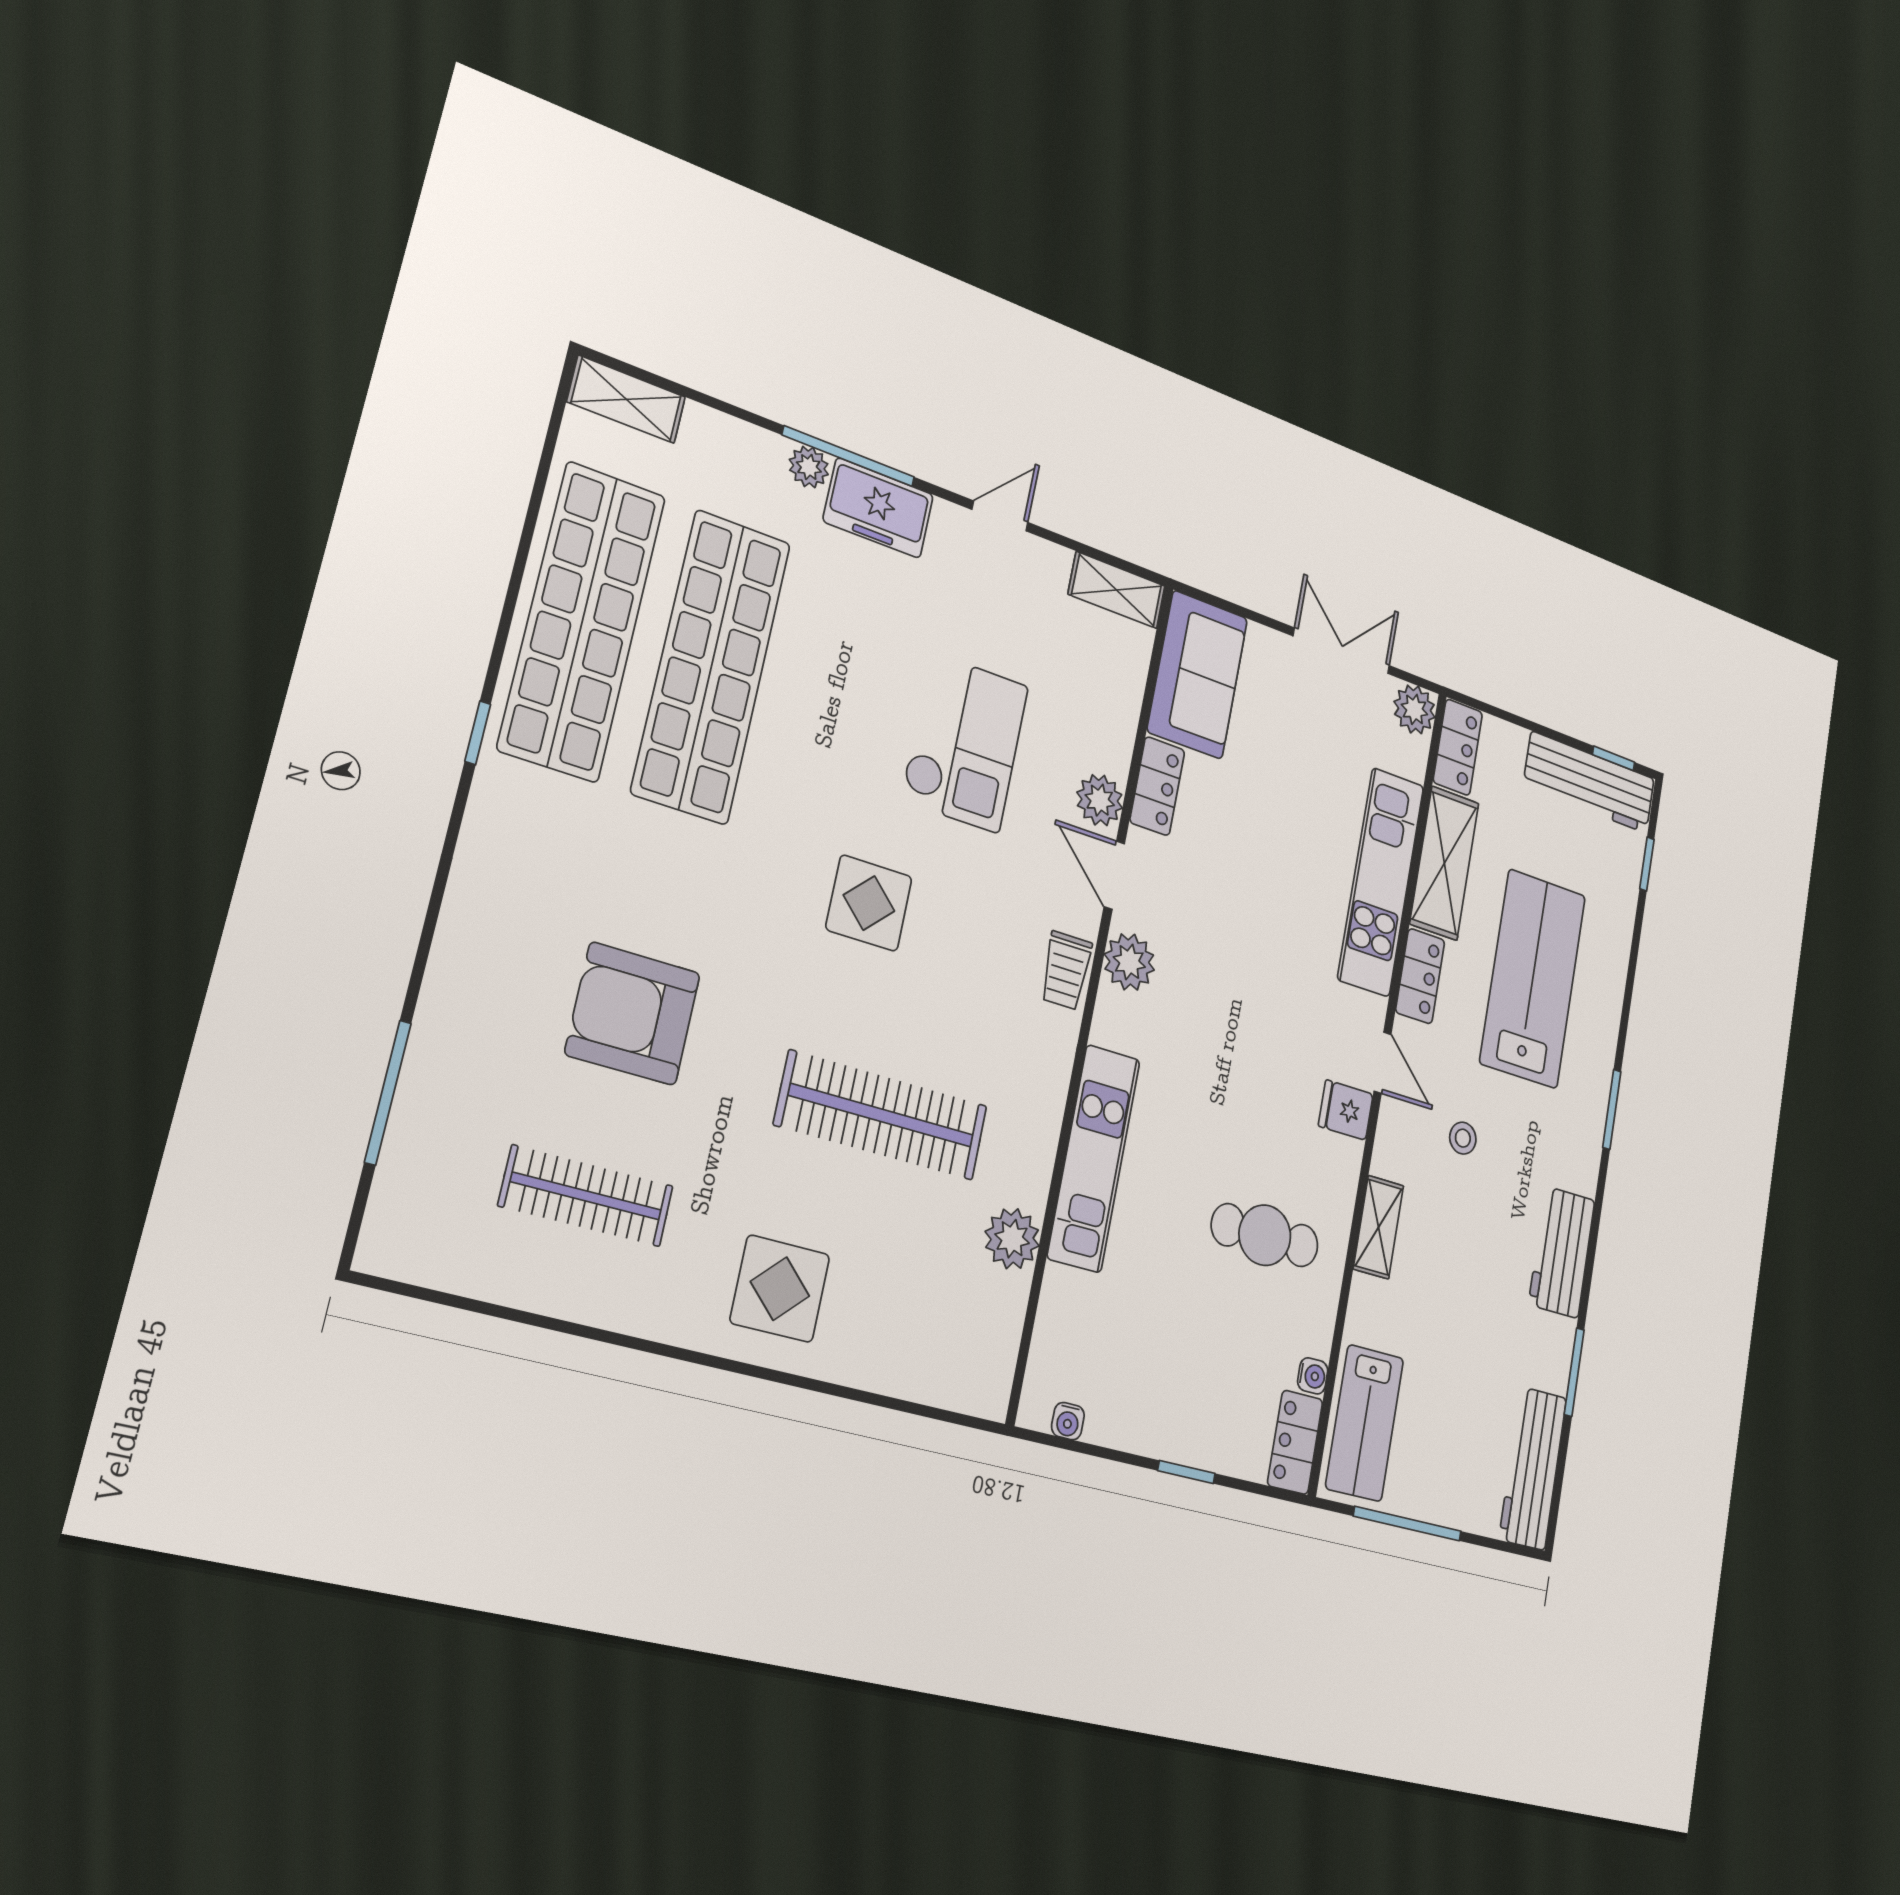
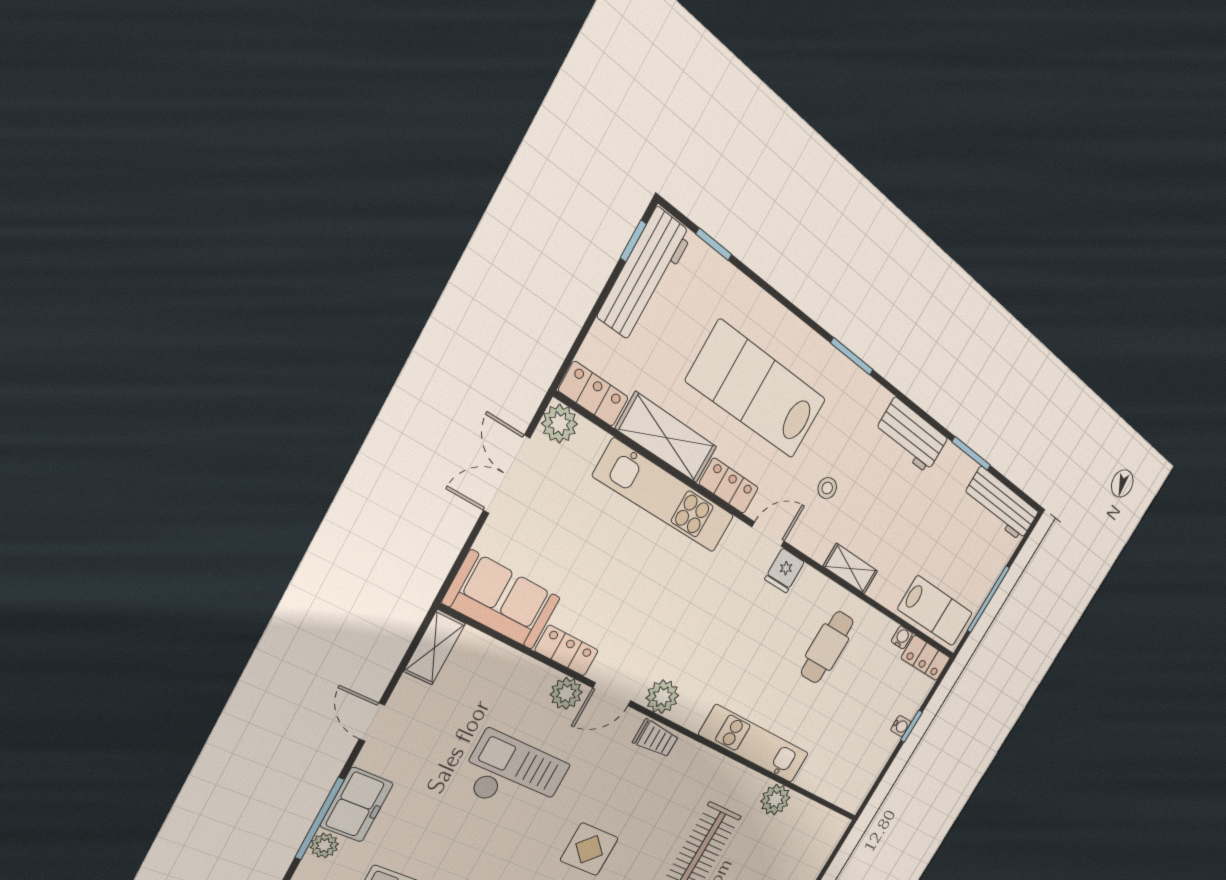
water cooler: (1068, 1421) -> (901, 726), moved

